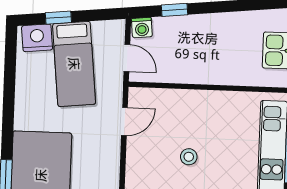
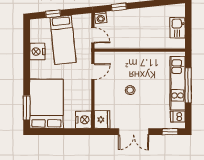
nightstand: (37, 38) -> (37, 51), moved, turned -84

